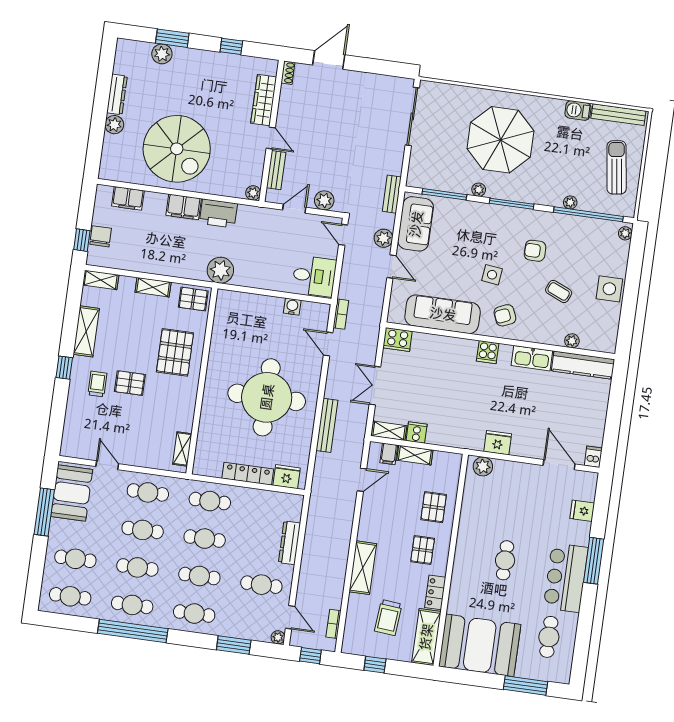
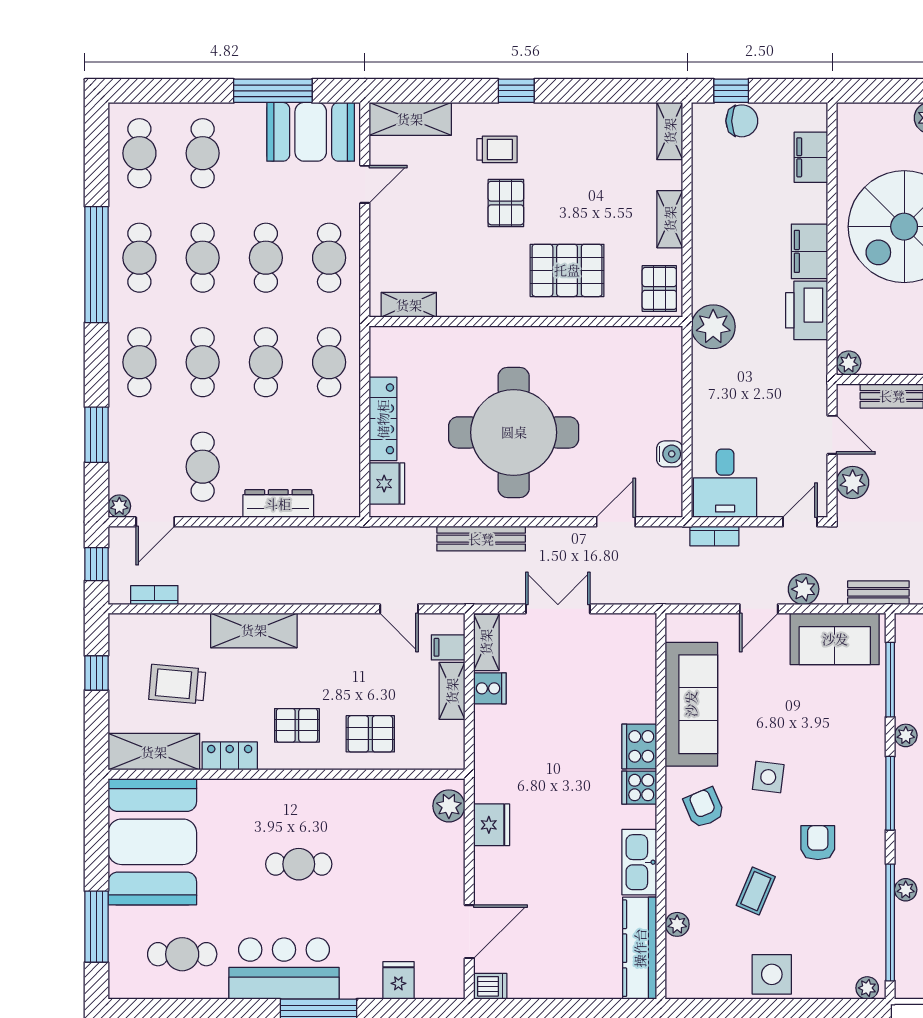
bookcase: (341, 314) -> (714, 536), moved
shelving: (86, 331) -> (410, 119), moved
cooker: (398, 340) -> (639, 746), moved

